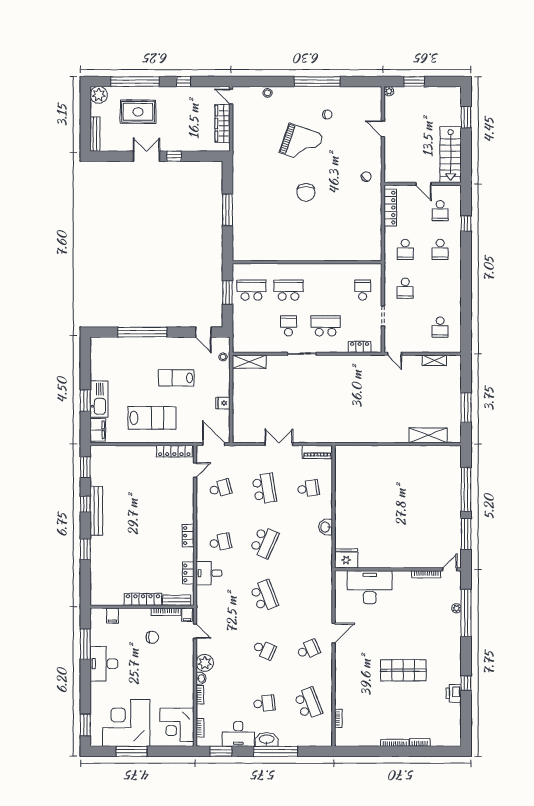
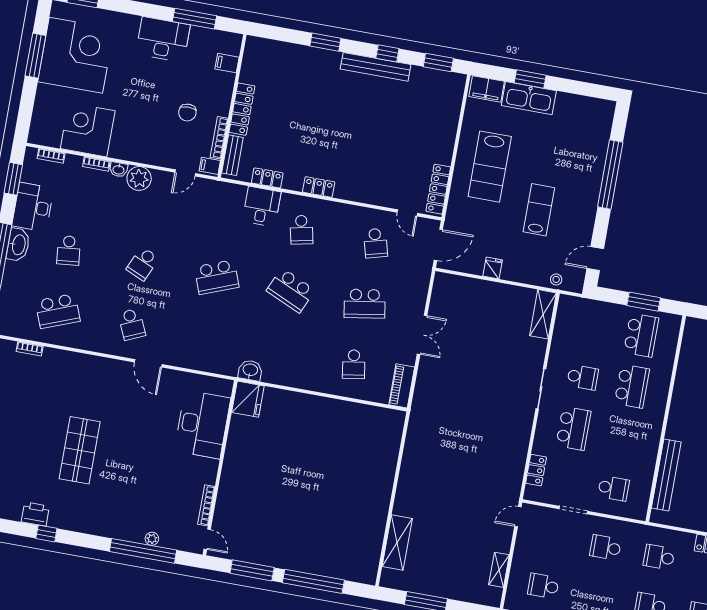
bench: (347, 255) -> (666, 475), added
washbasin: (326, 527) -> (250, 370), moved
corner desk: (177, 725) -> (88, 130), moved

